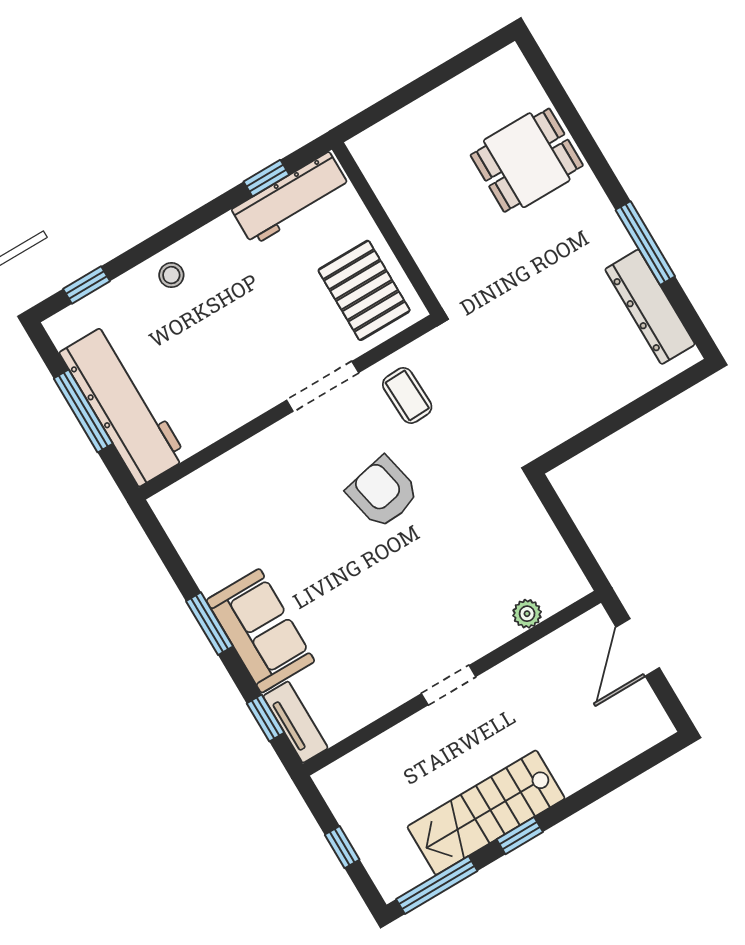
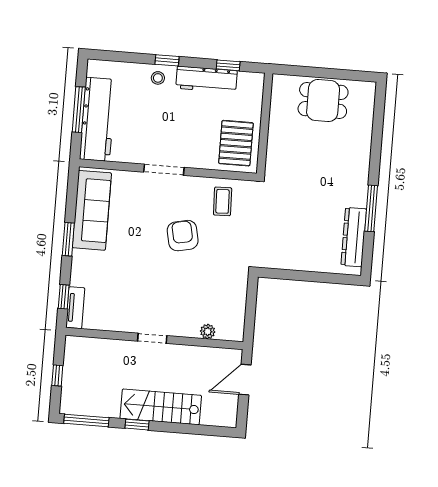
dining table: (527, 160) -> (323, 101), moved
workbench: (291, 199) -> (207, 79), moved
window: (86, 285) -> (167, 60), moved
doorway: (323, 386) -> (164, 170), moved
sofa: (260, 631) -> (92, 210), moved, width x1.36
stairs: (486, 813) -> (161, 407), moved

